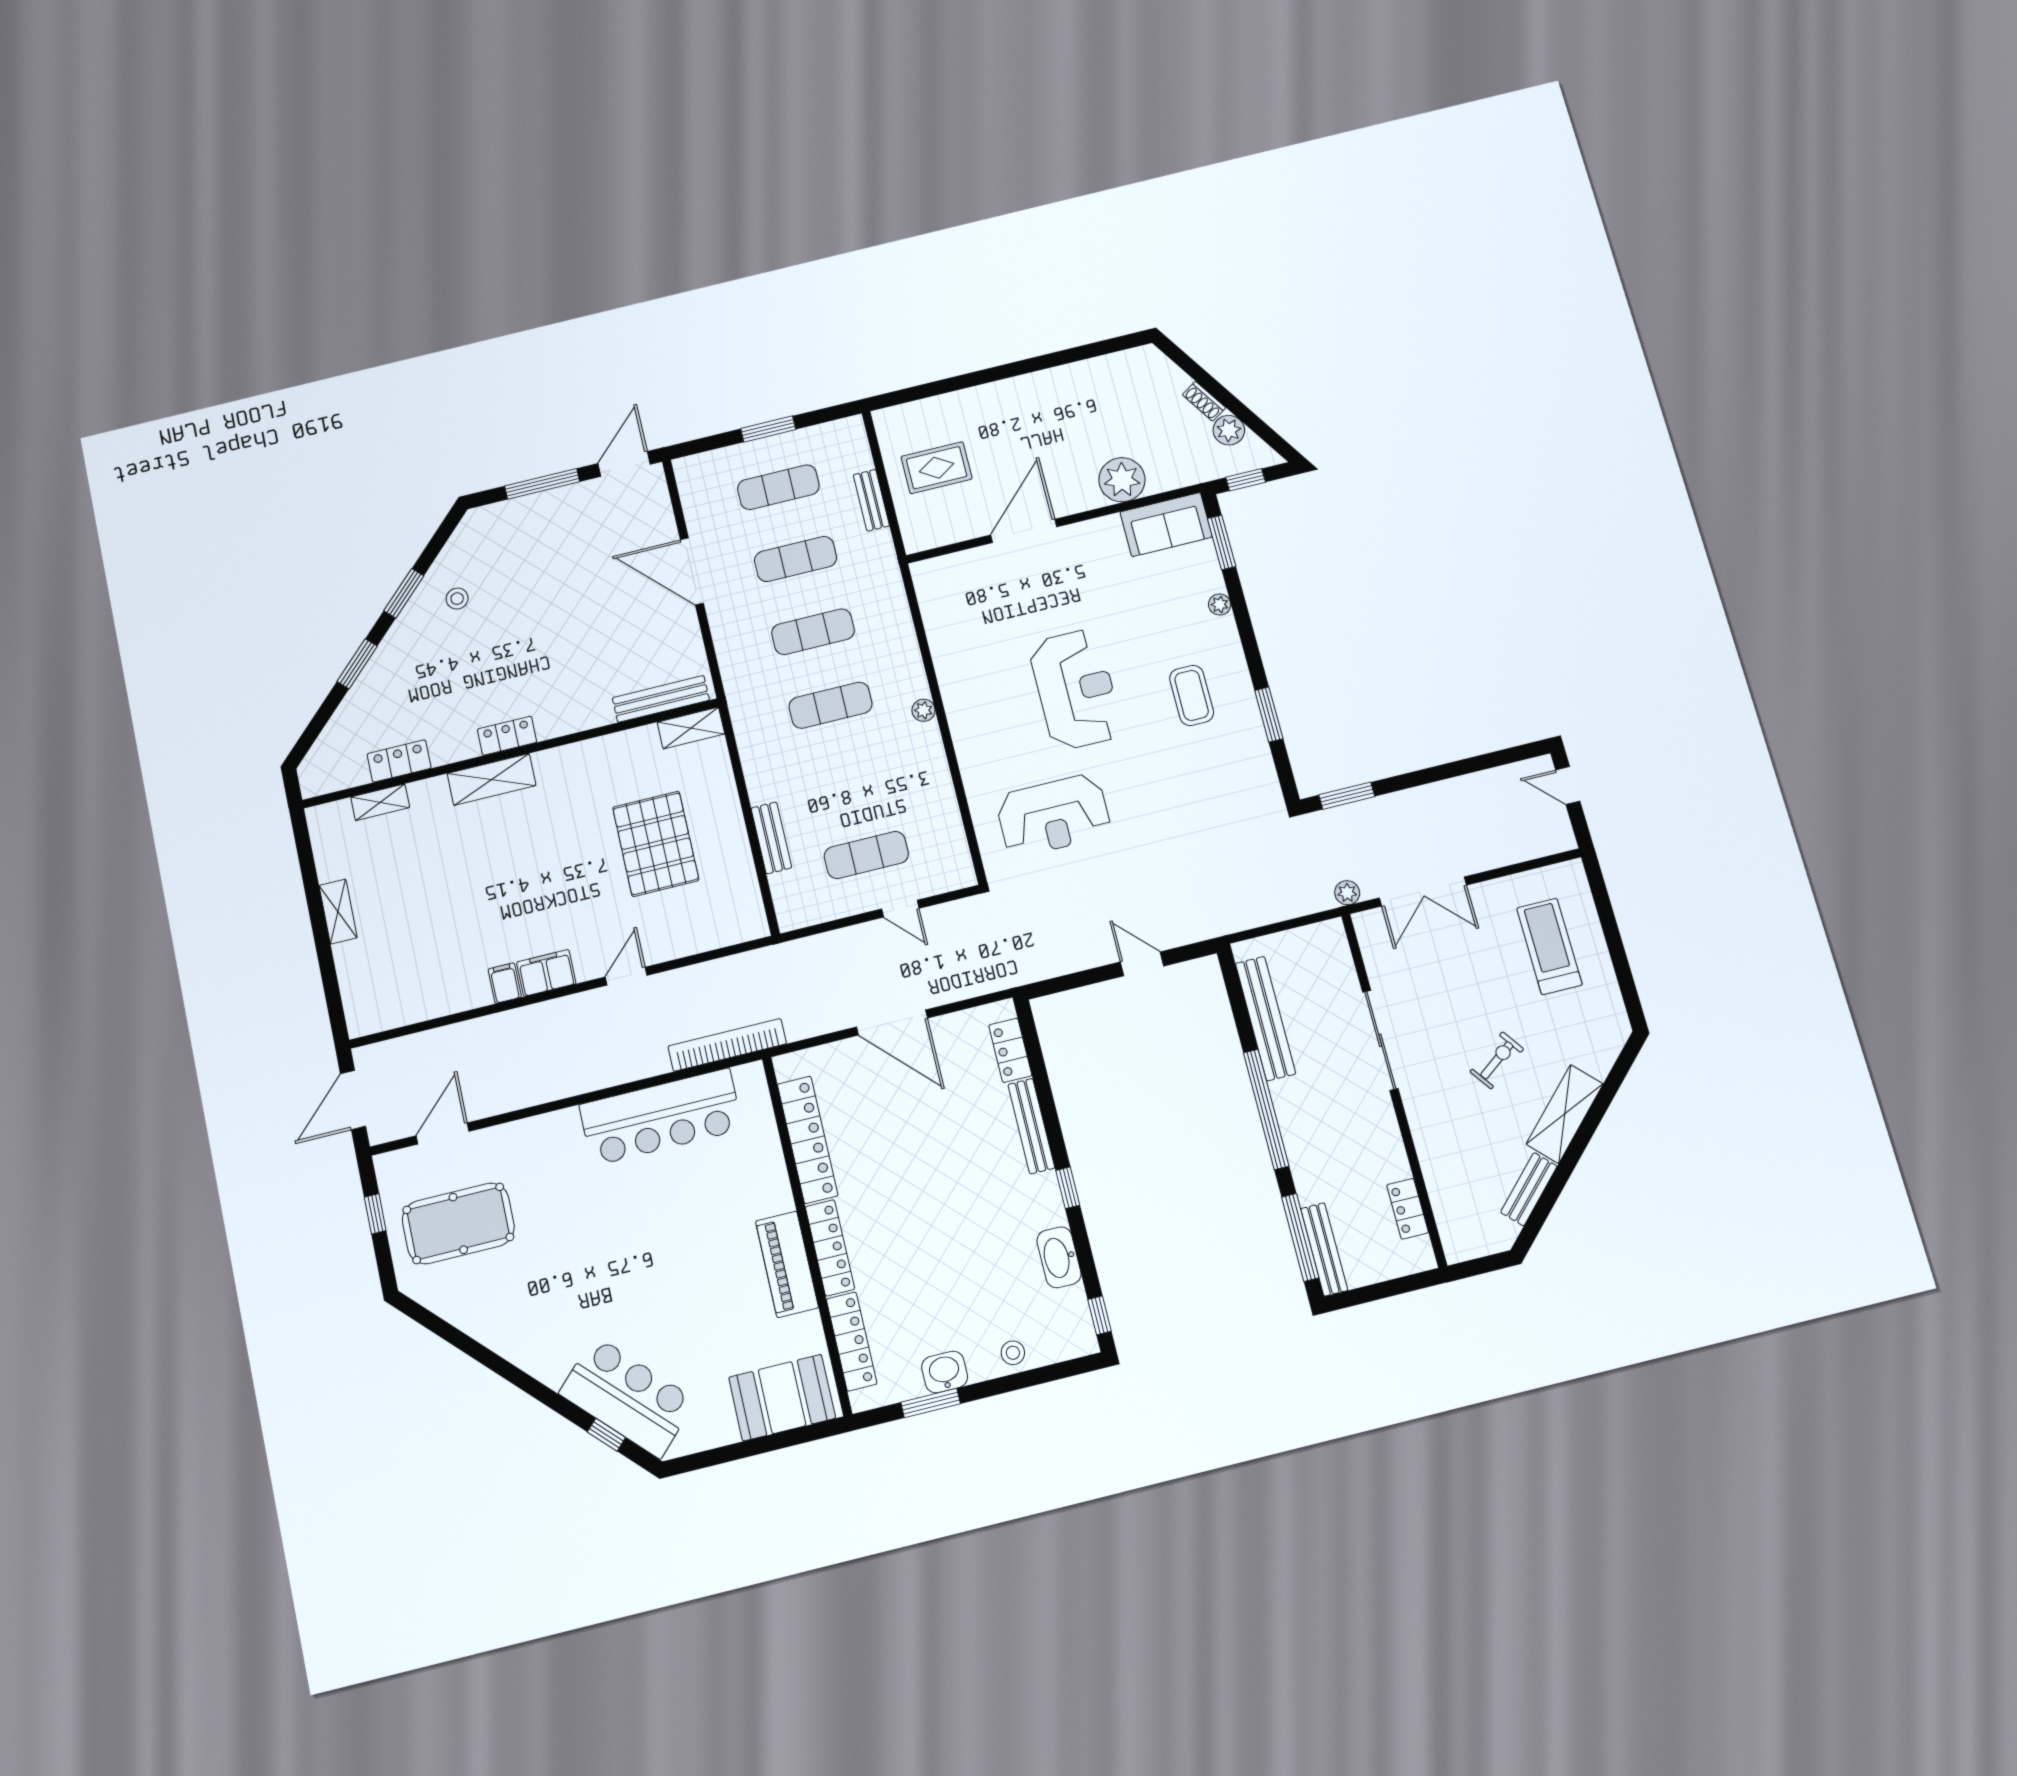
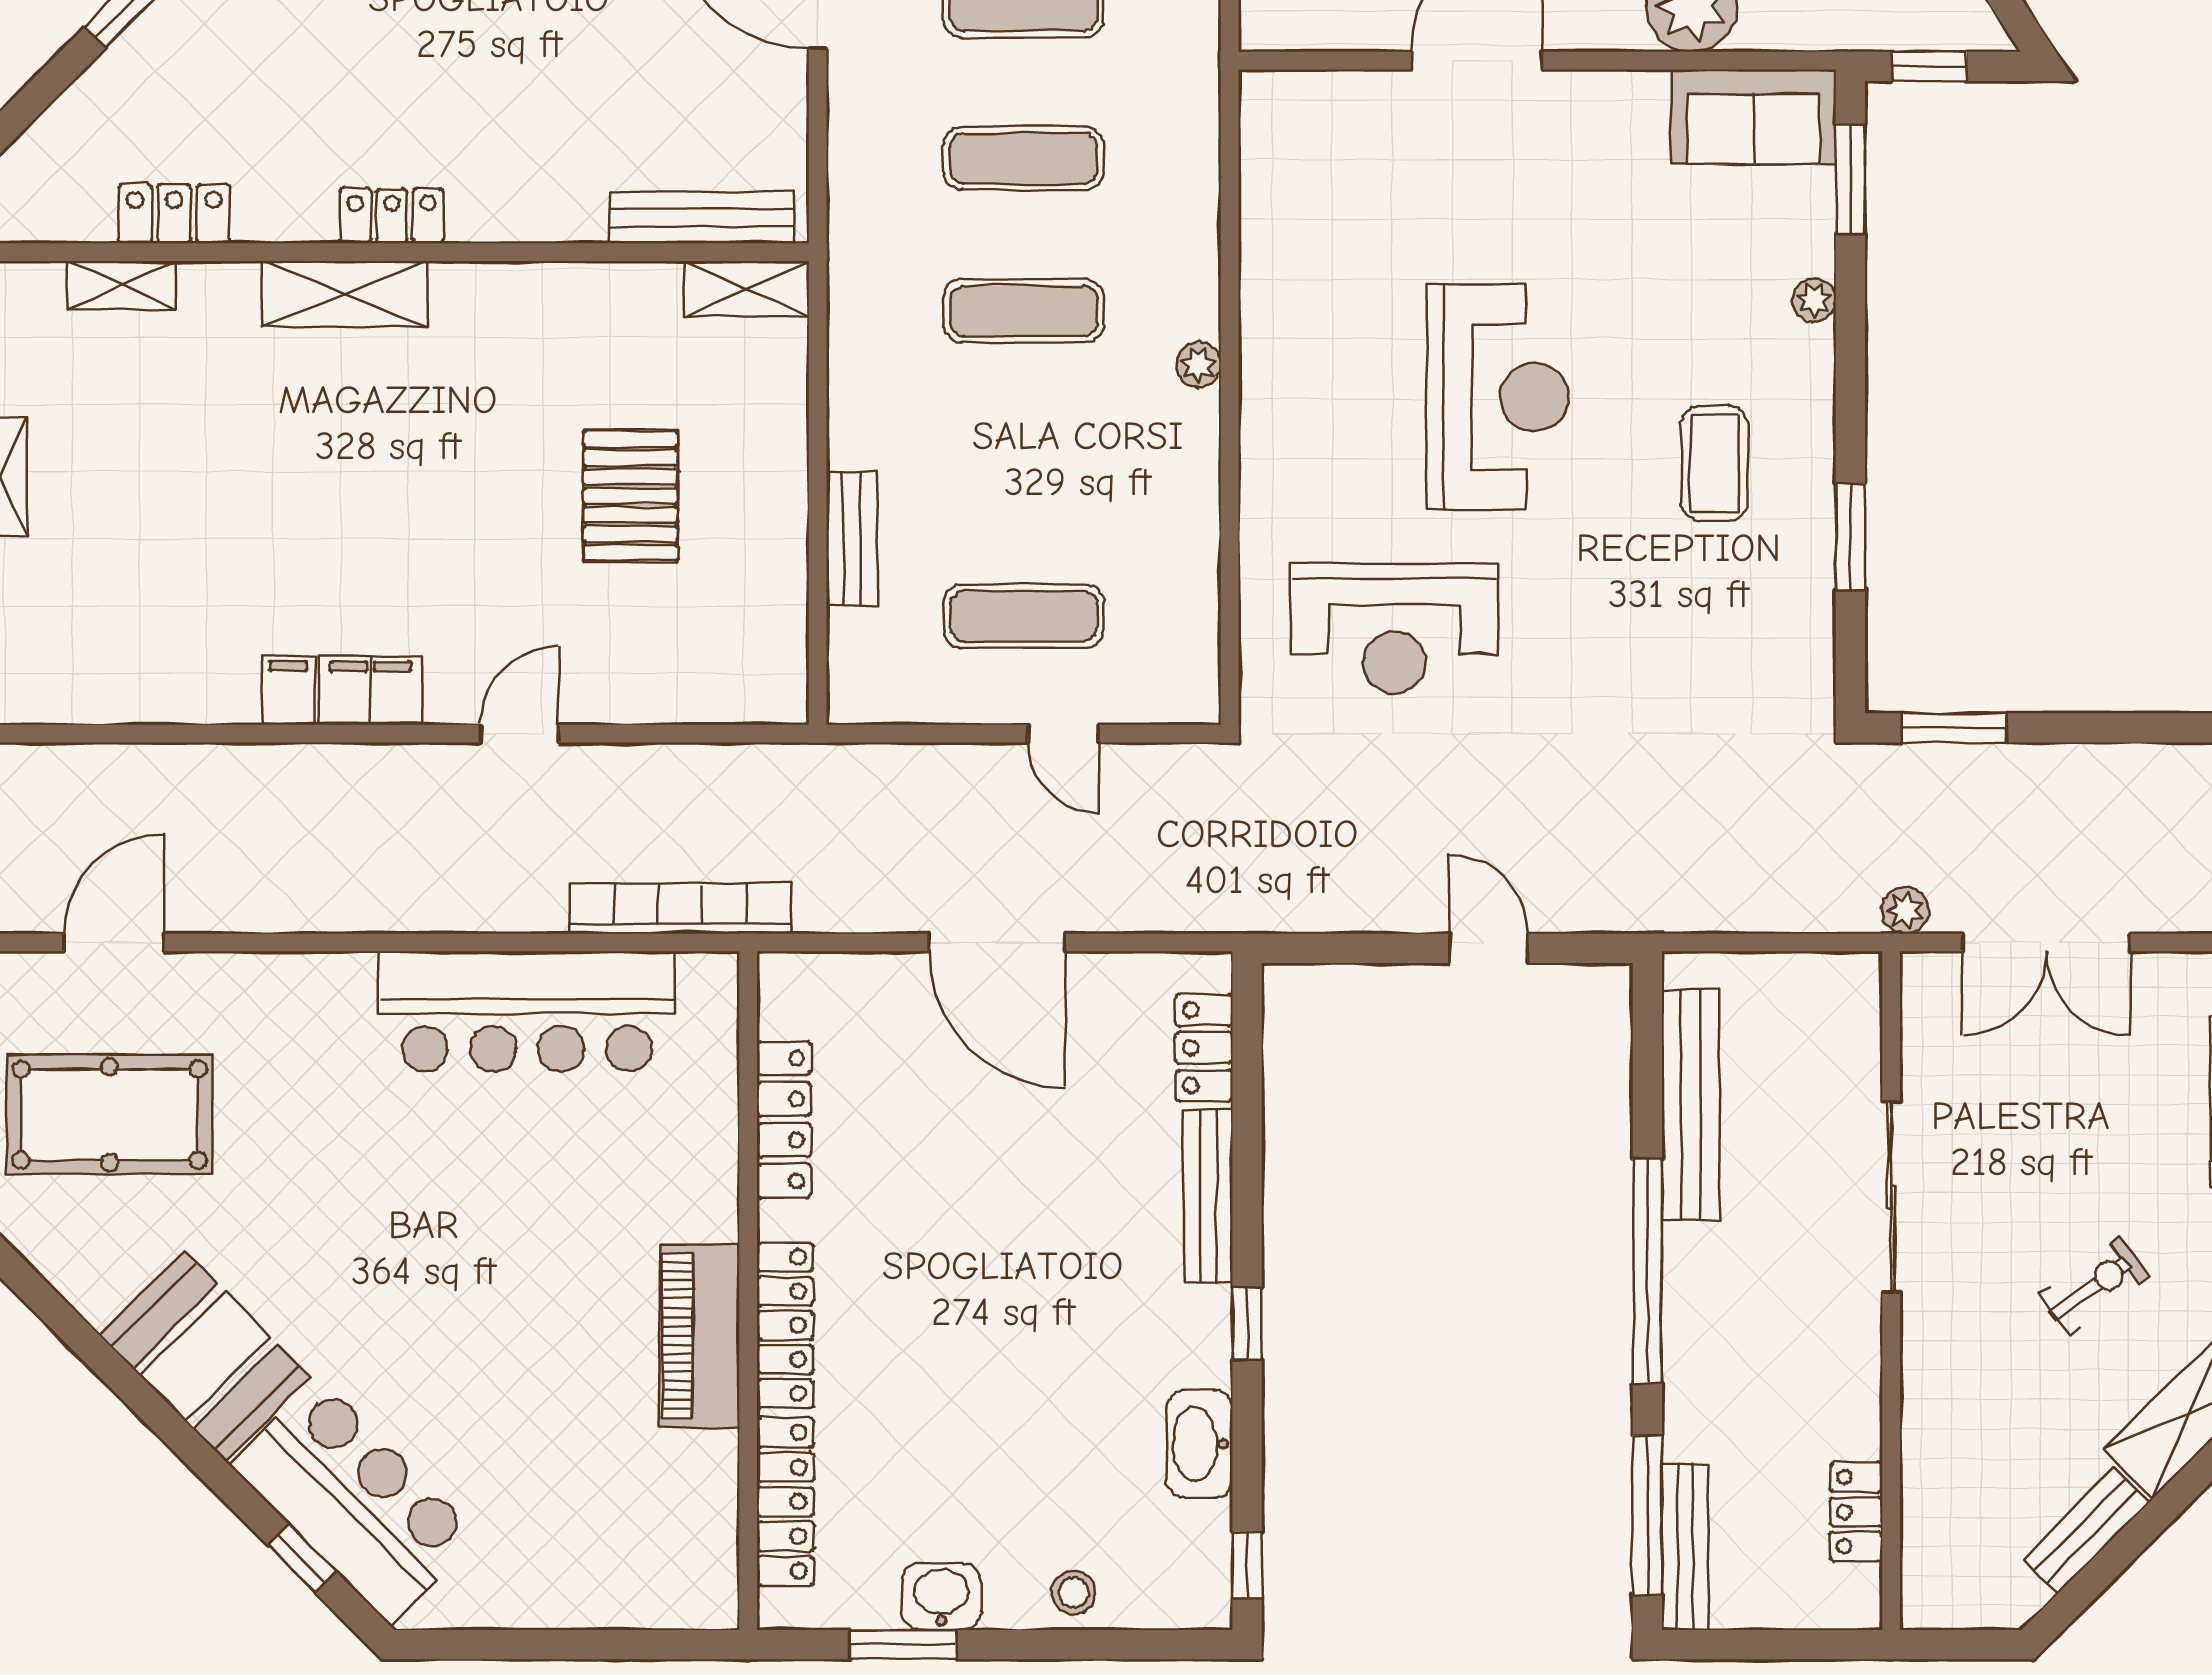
pallet: (656, 844) -> (630, 496), width x0.73, depth x0.71
locker: (808, 1140) -> (784, 1120), width x0.71, depth x0.83
booth: (782, 1398) -> (205, 1356), moved, turned 45

